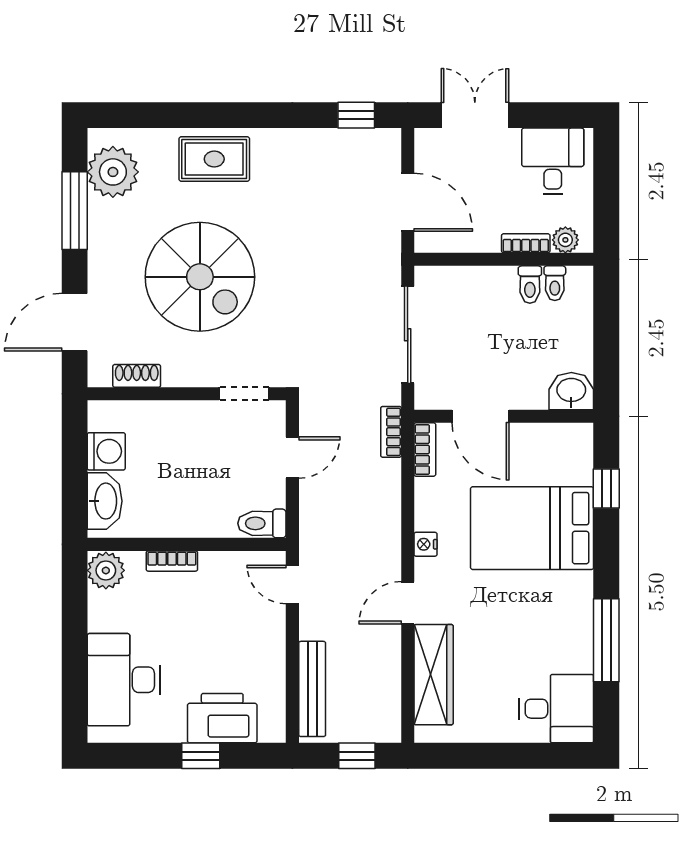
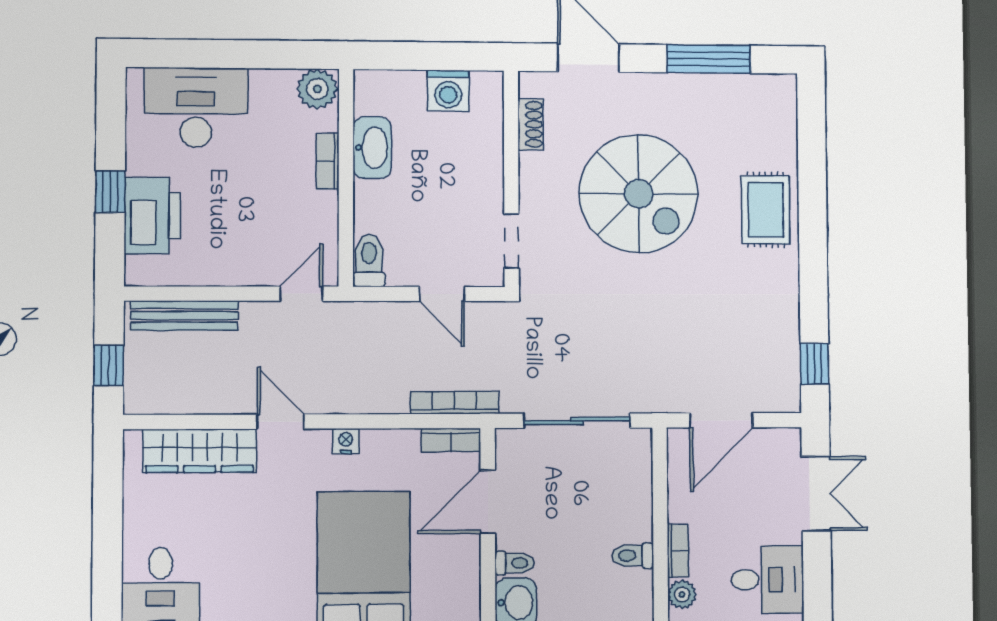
plant: (113, 172) -> (751, 101), removed
spiral stairs: (200, 277) -> (639, 194), turned -90
toilet: (555, 283) -> (514, 563), moved, turned 180
bookcase: (391, 432) -> (454, 403), width x1.56
washbasin: (105, 501) -> (372, 148), moved, turned -90

